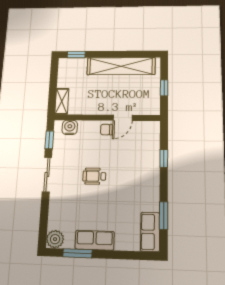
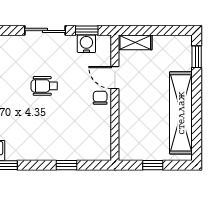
door: (123, 118) -> (115, 78), moved
water cooler: (70, 127) -> (86, 44), moved, turned -90
wheelchair: (94, 176) -> (44, 86), turned -90

